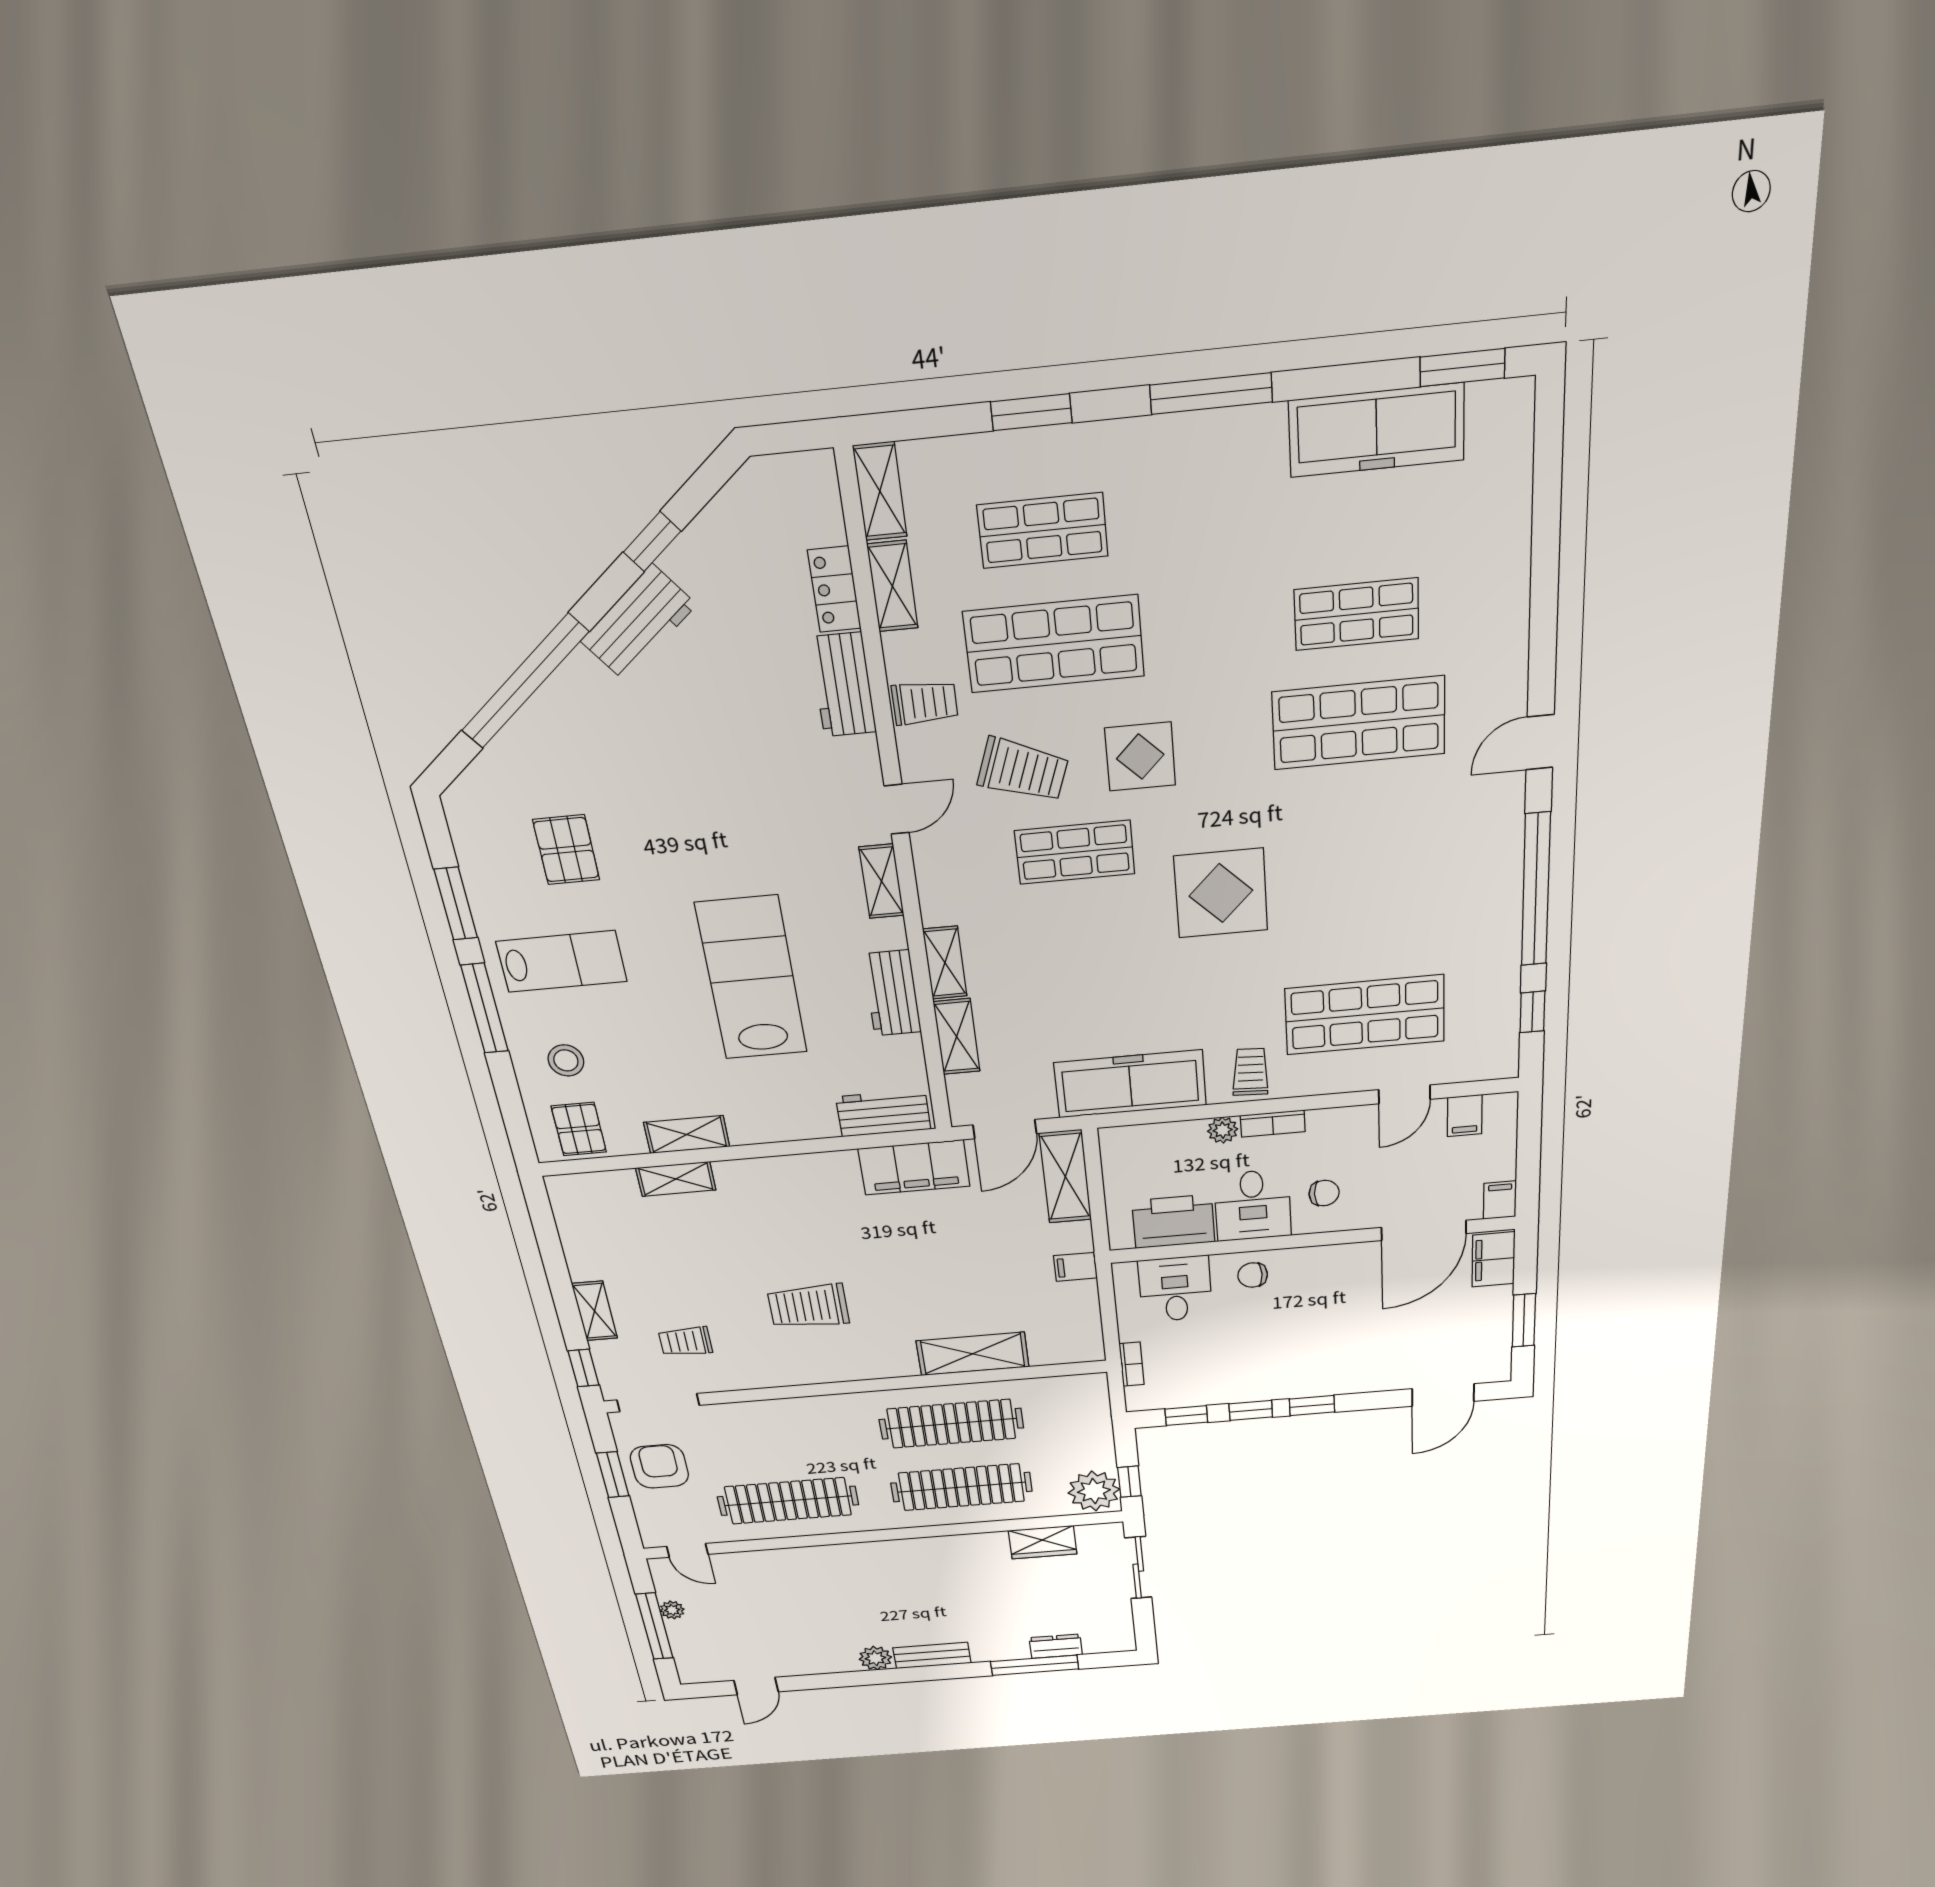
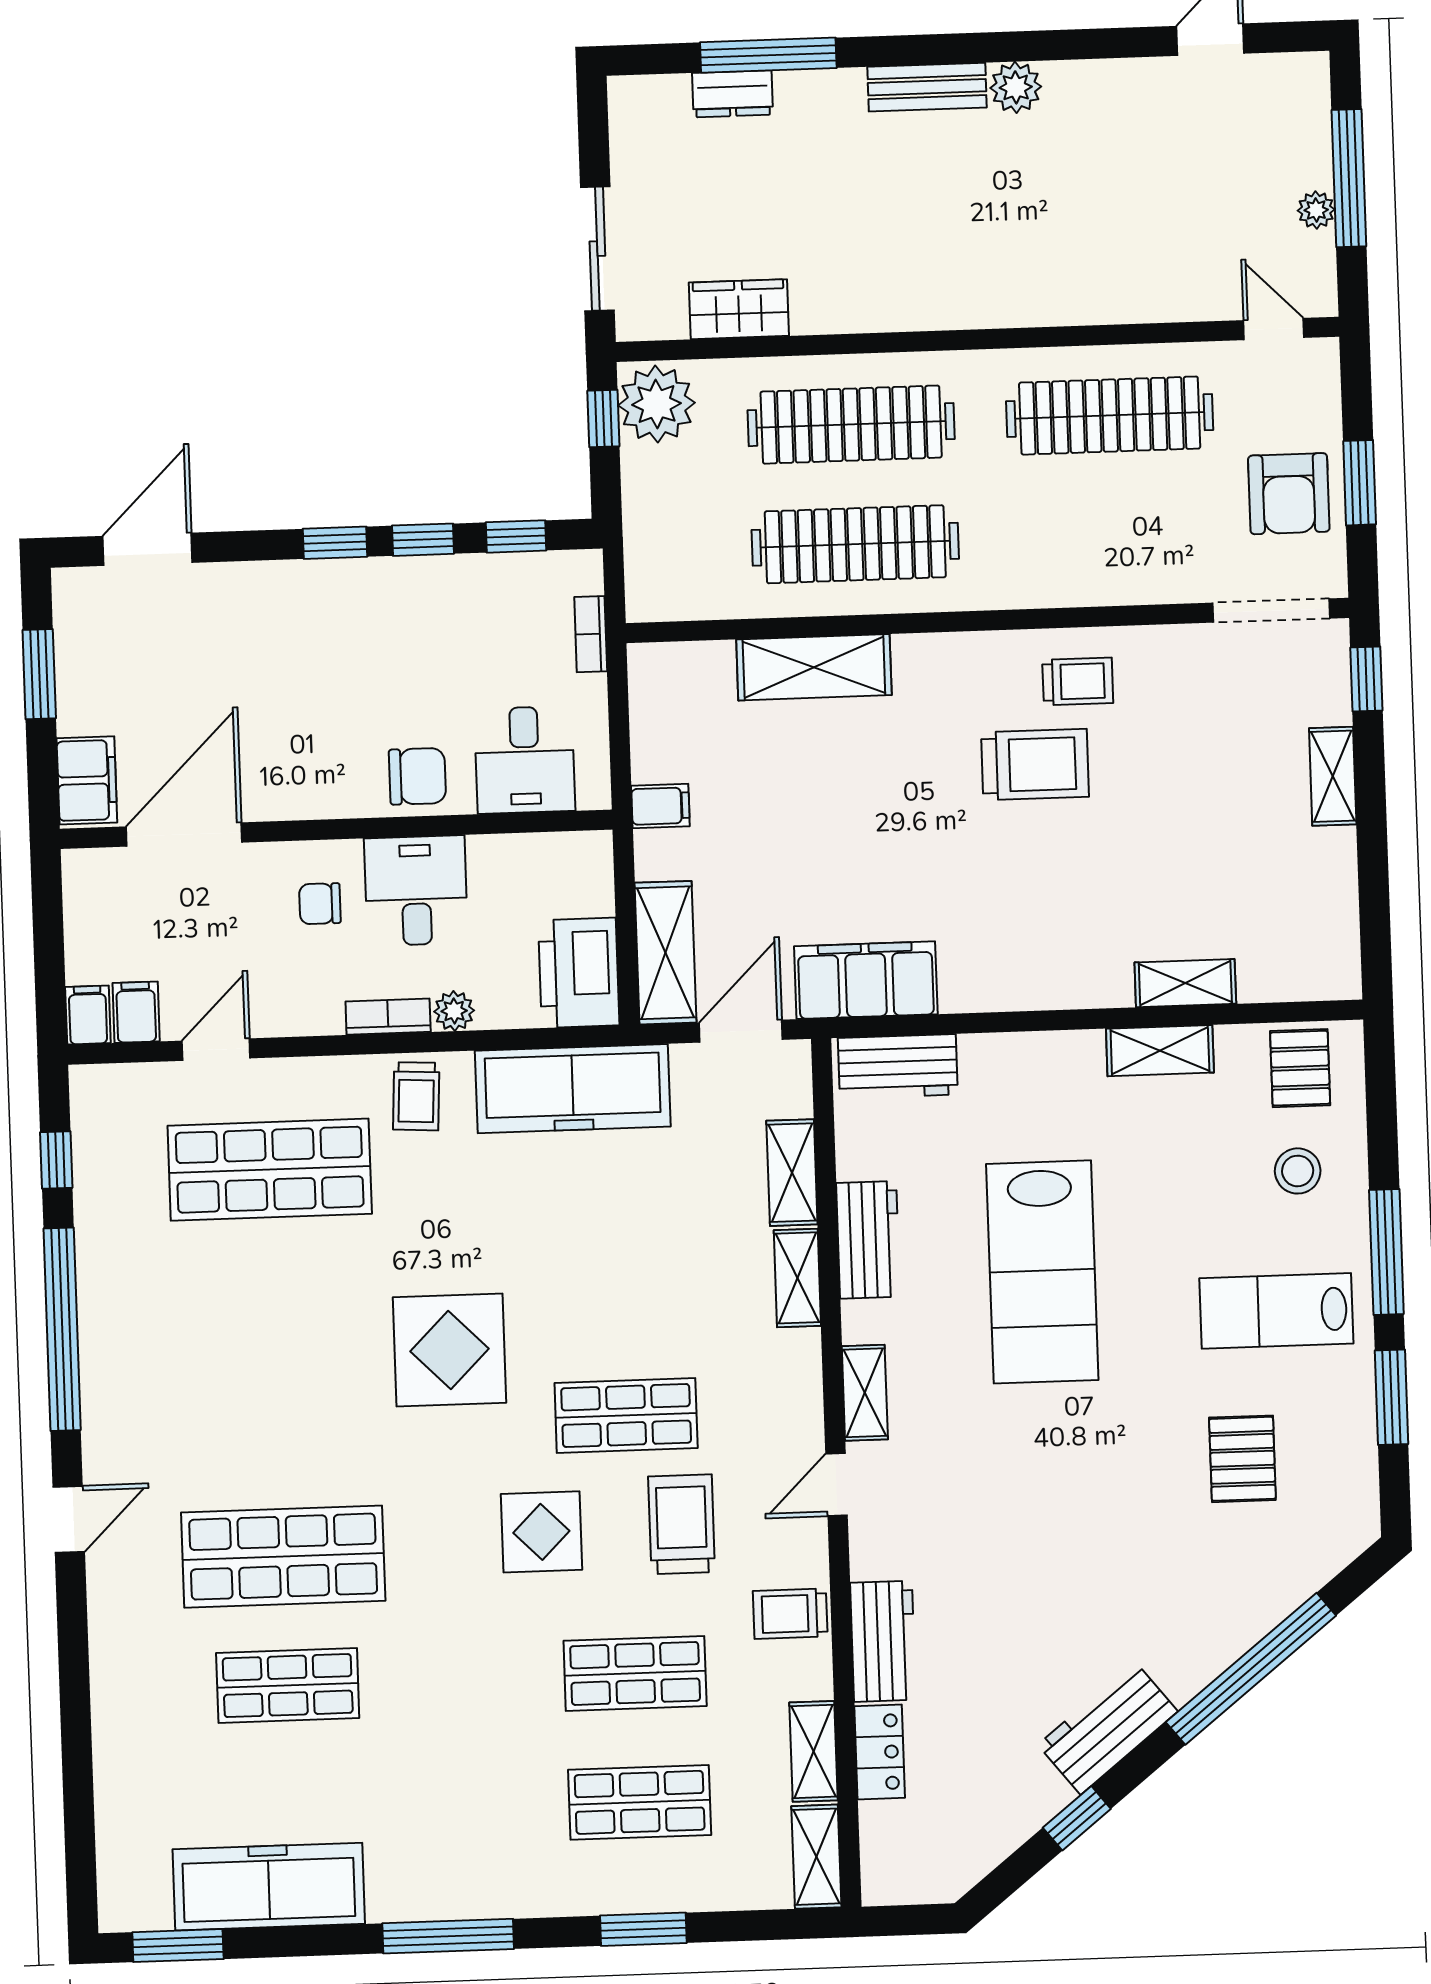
shop shelf: (1054, 644) -> (635, 1673), width x0.70, depth x0.74
trolley: (1023, 770) -> (681, 1524), turned 70
filing cabinet: (1500, 1200) -> (88, 1015), moved, turned 180
printer: (1173, 1221) -> (579, 973), moved, turned 90
chair: (1253, 1275) -> (417, 776), width x1.37, depth x1.37
trolley: (685, 1341) -> (1078, 681), moved

